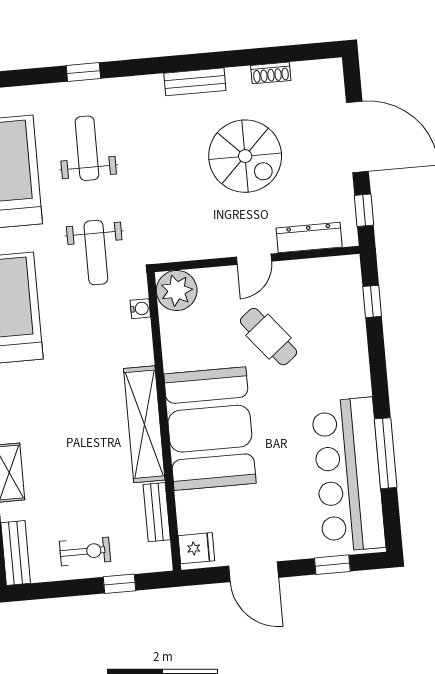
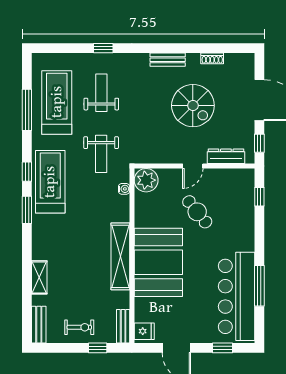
bench: (157, 512) -> (123, 326), moved

